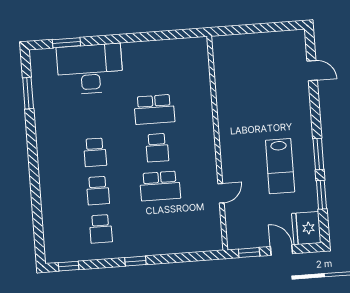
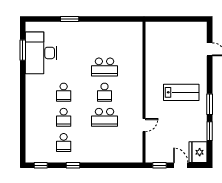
window: (66, 43) -> (70, 19), moved
desk: (90, 69) -> (41, 53), moved, turned -90
lab bench: (280, 166) -> (181, 92), moved, turned -90
window: (135, 261) -> (73, 165), moved

